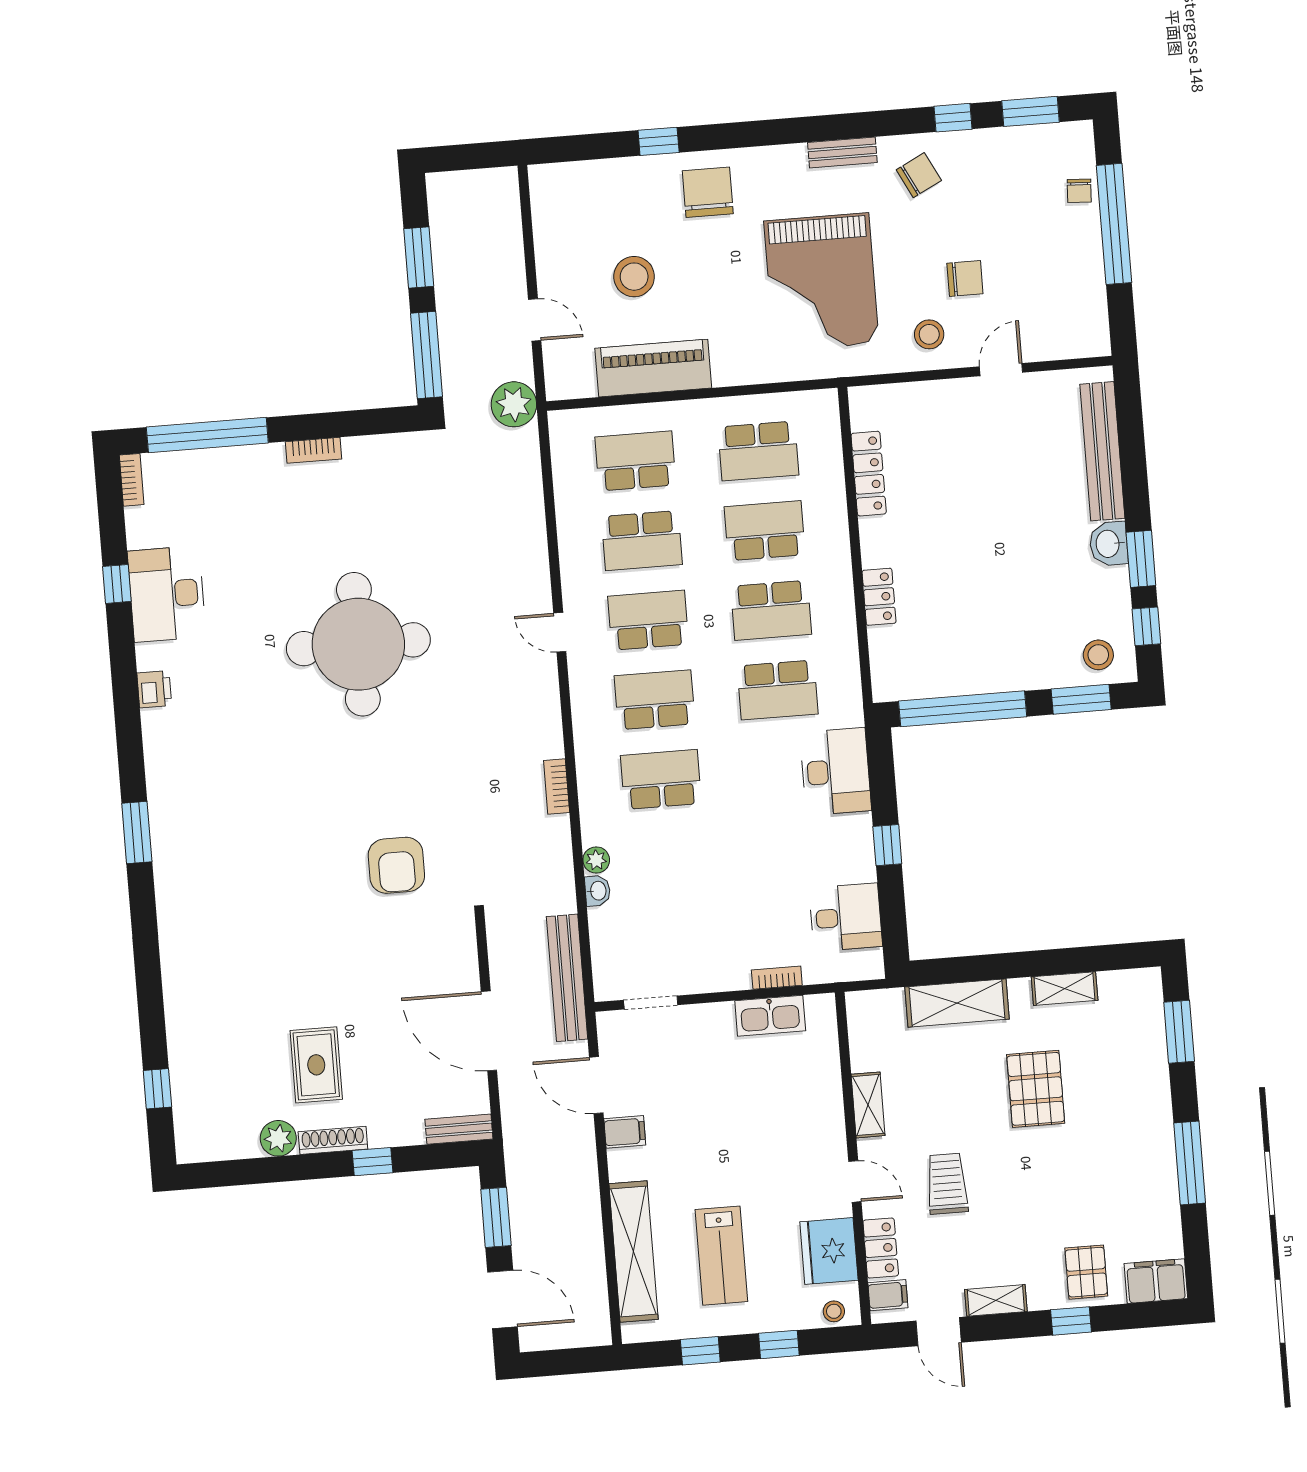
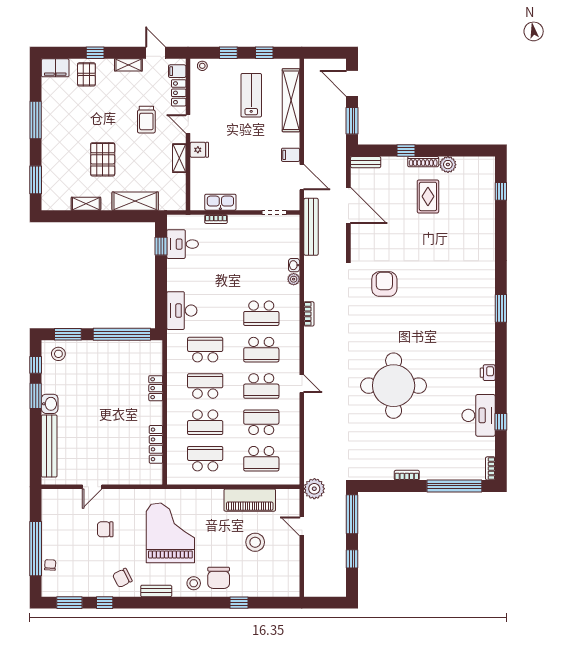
window: (419, 257) -> (352, 559), width x0.67
stool: (929, 334) -> (194, 583), moved
window: (887, 845) -> (161, 246), moved
fridge: (829, 1251) -> (199, 150), moved, width x0.53, depth x0.75

